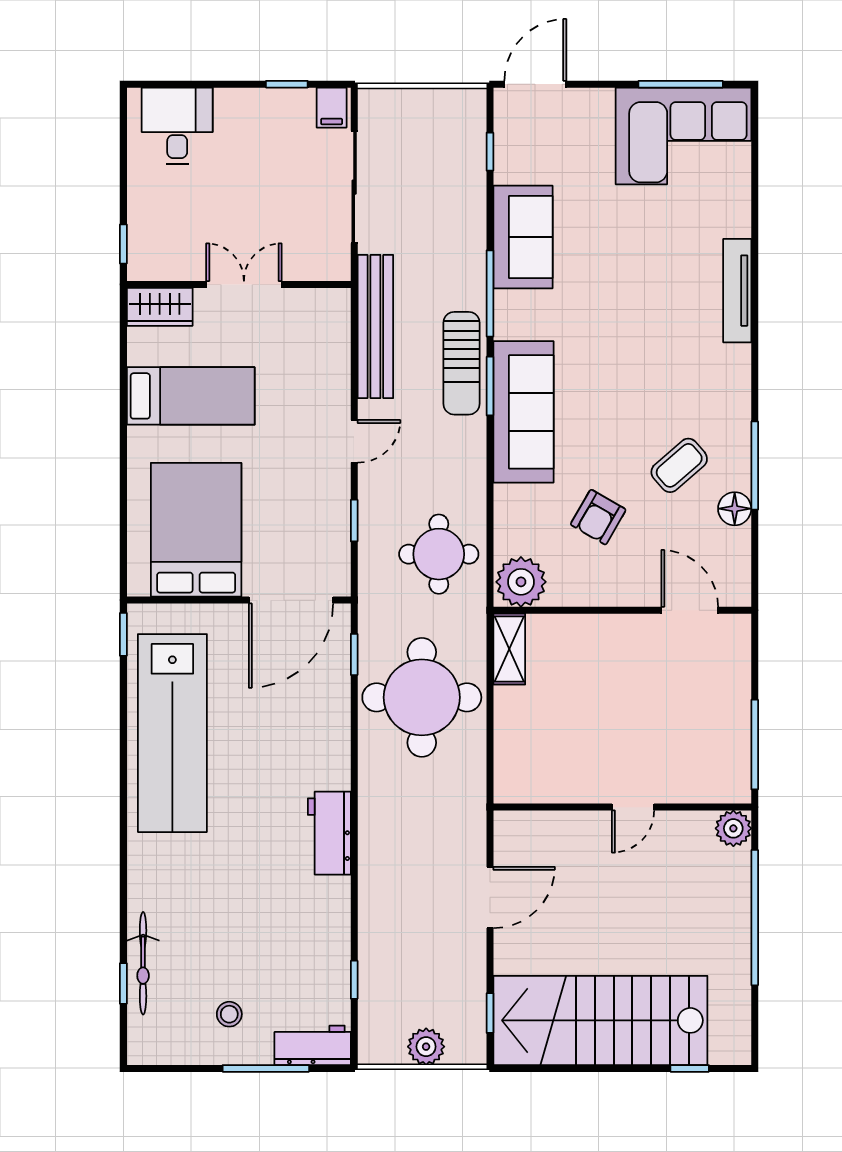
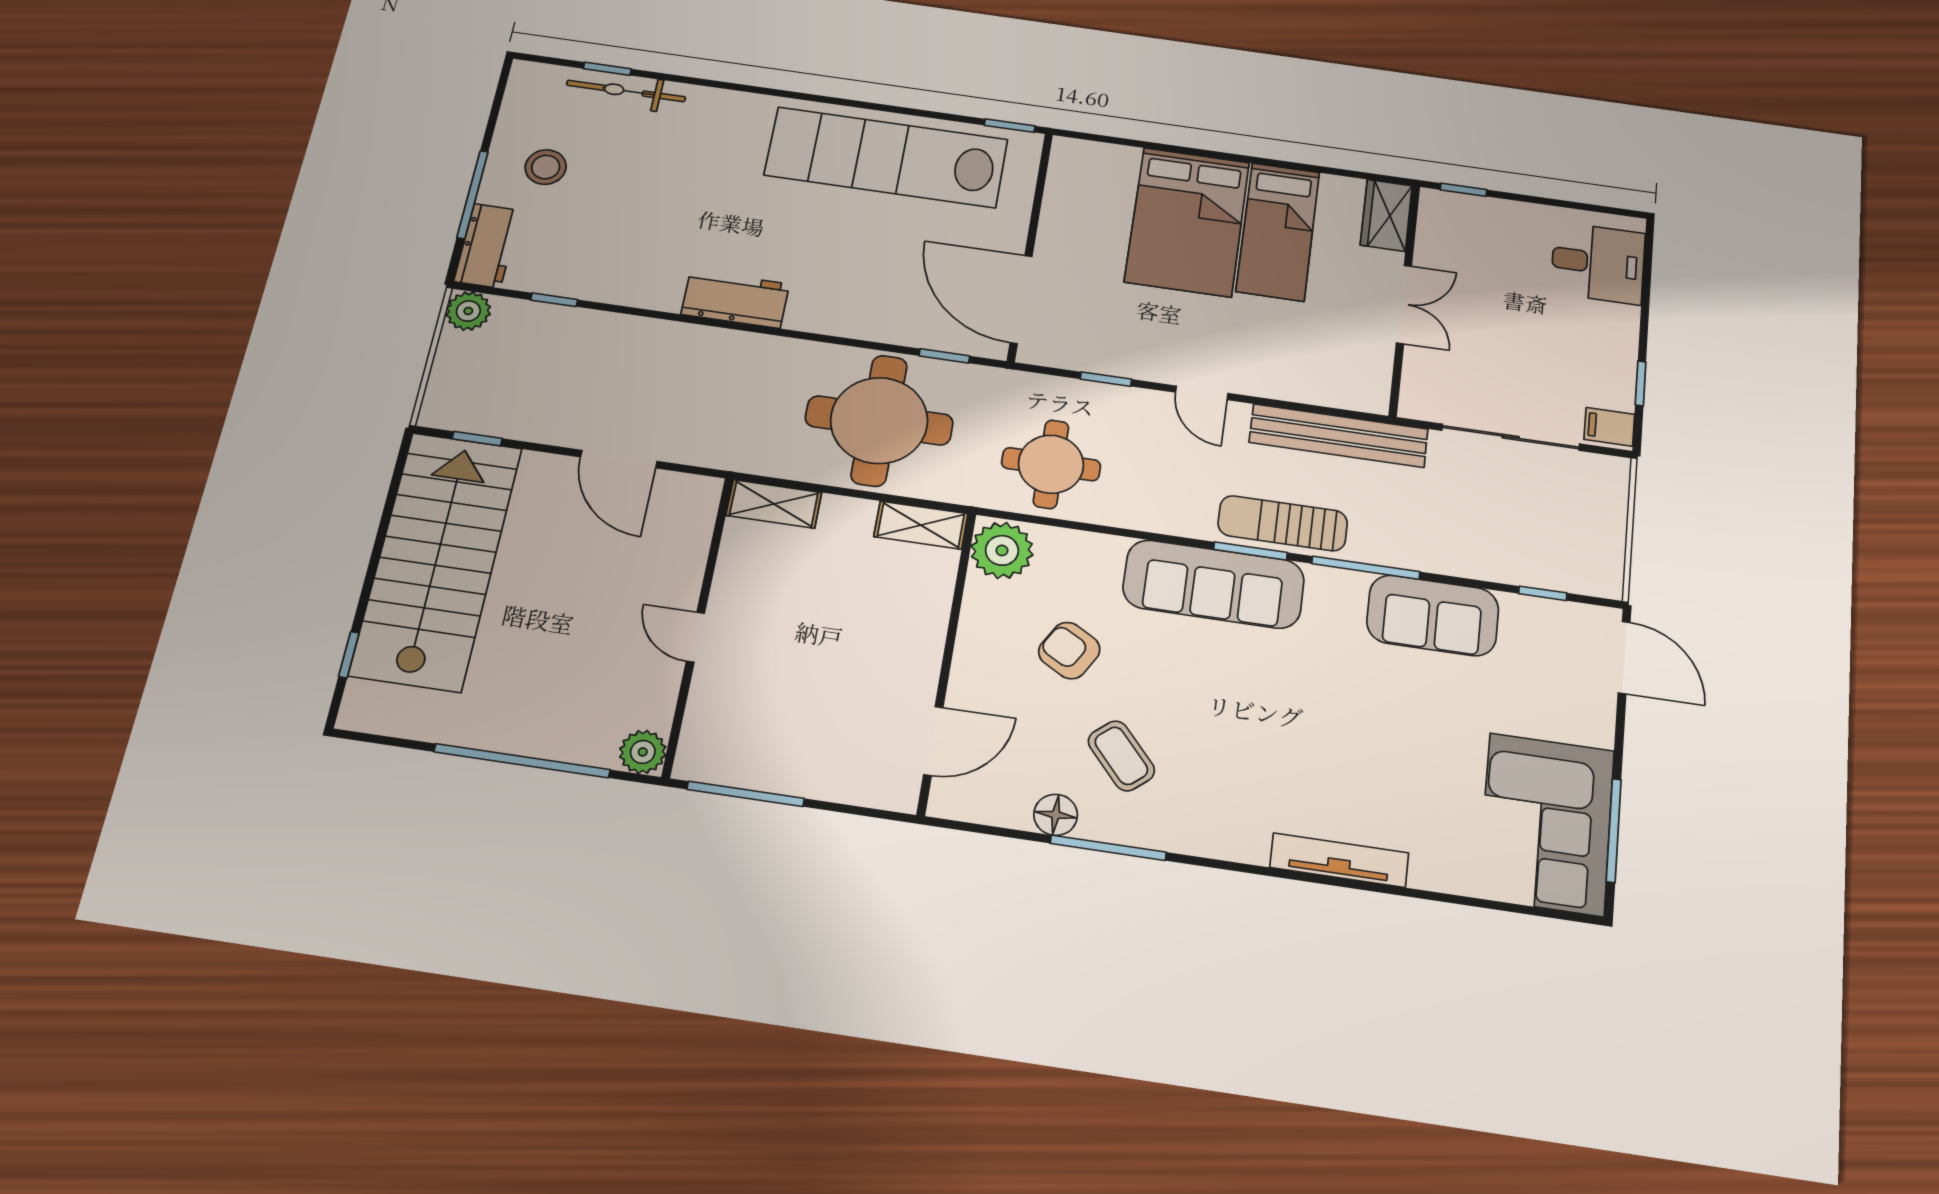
bed: (196, 530) -> (1187, 222), moved, turned 90
shelving: (509, 768) -> (774, 504), added
stool: (229, 1014) -> (546, 167), width x1.37, depth x1.37
plant: (426, 1047) -> (468, 311), moved

